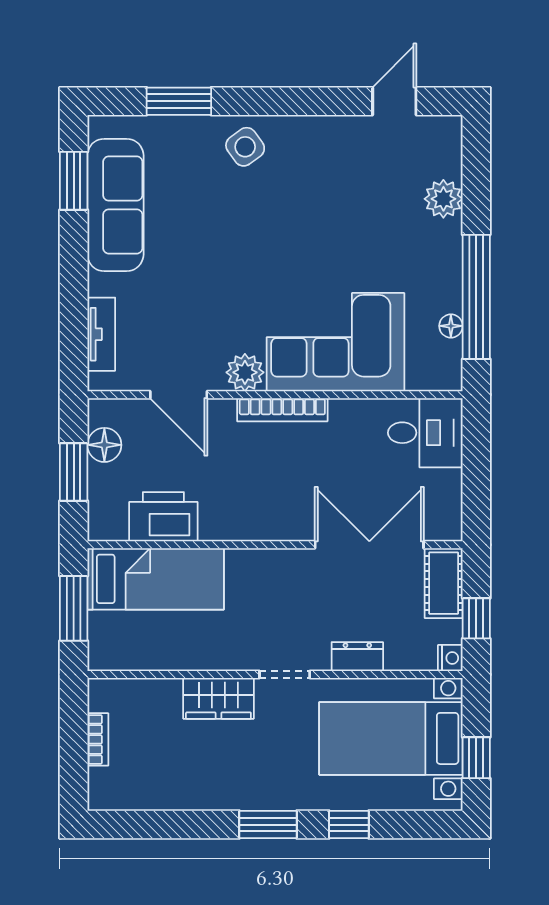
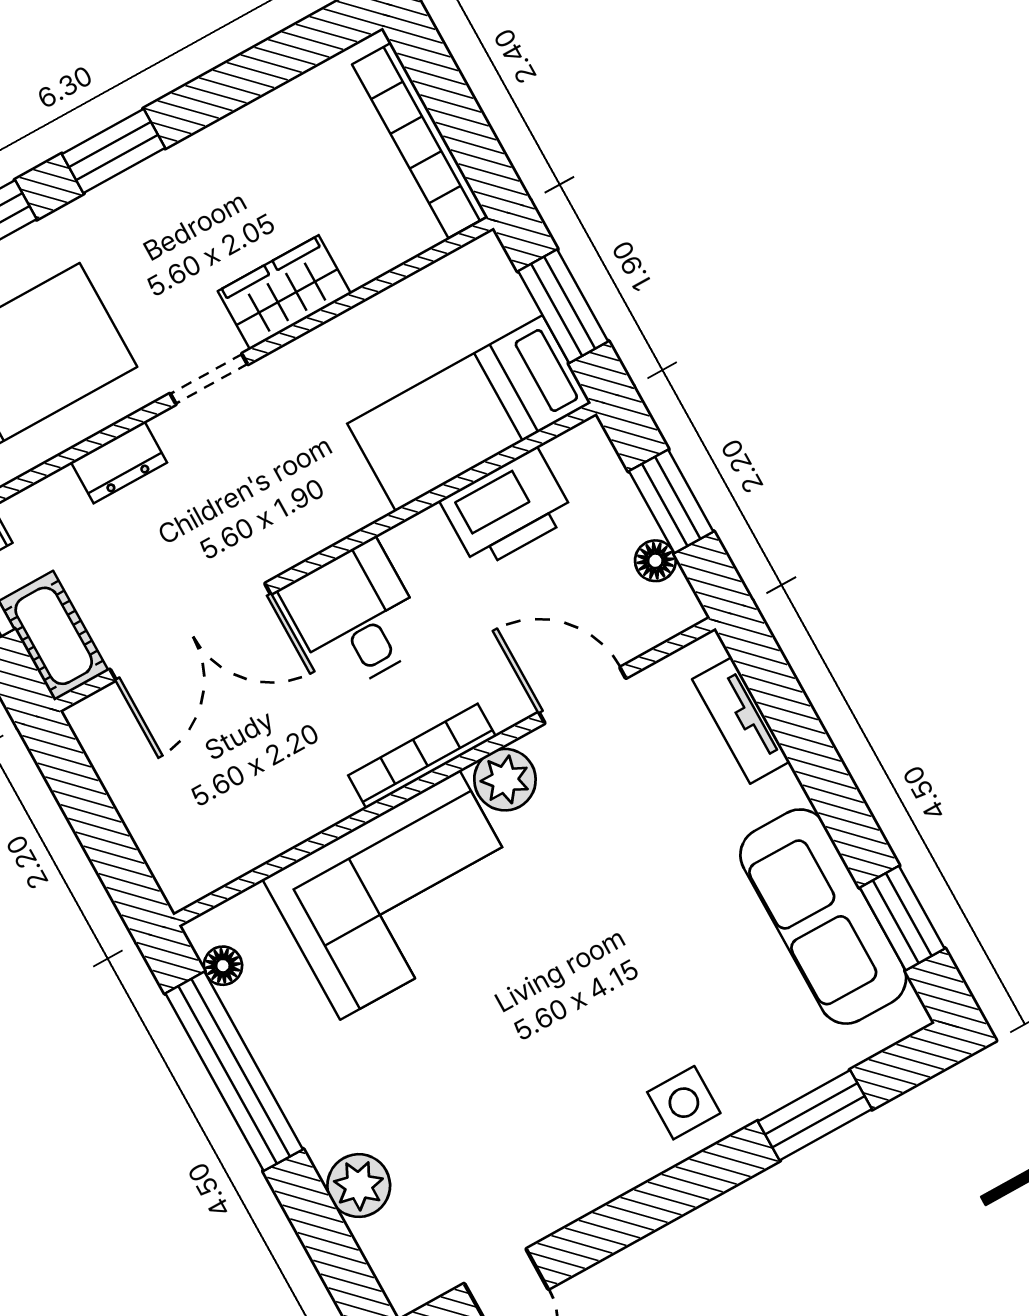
side table: (245, 147) -> (684, 1103), turned 36
floor lamp: (451, 326) -> (223, 966), moved
desk: (425, 433) -> (356, 616), moved, turned 90
floor lamp: (104, 445) -> (655, 561), width x0.73, depth x0.73
bookcase: (98, 739) -> (420, 140), width x2.31, depth x1.31

